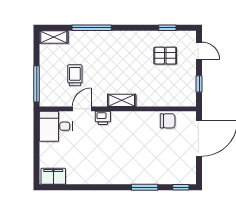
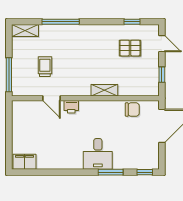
shelving: (122, 100) -> (104, 90), moved
door: (82, 109) -> (52, 98), swing flipped
desk: (56, 126) -> (98, 154), moved, turned -90

